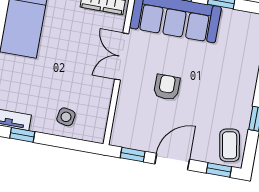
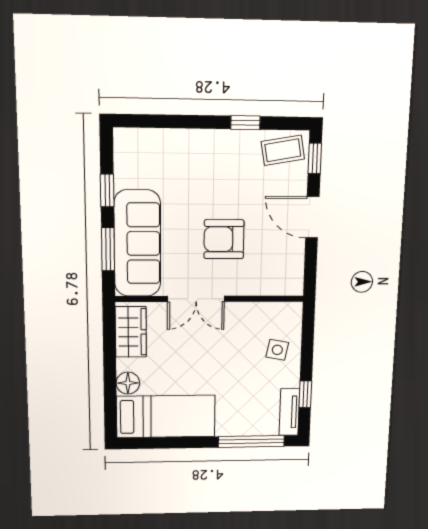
armchair: (167, 87) -> (224, 239), width x1.38, depth x1.38
window: (133, 155) -> (310, 266), removed

